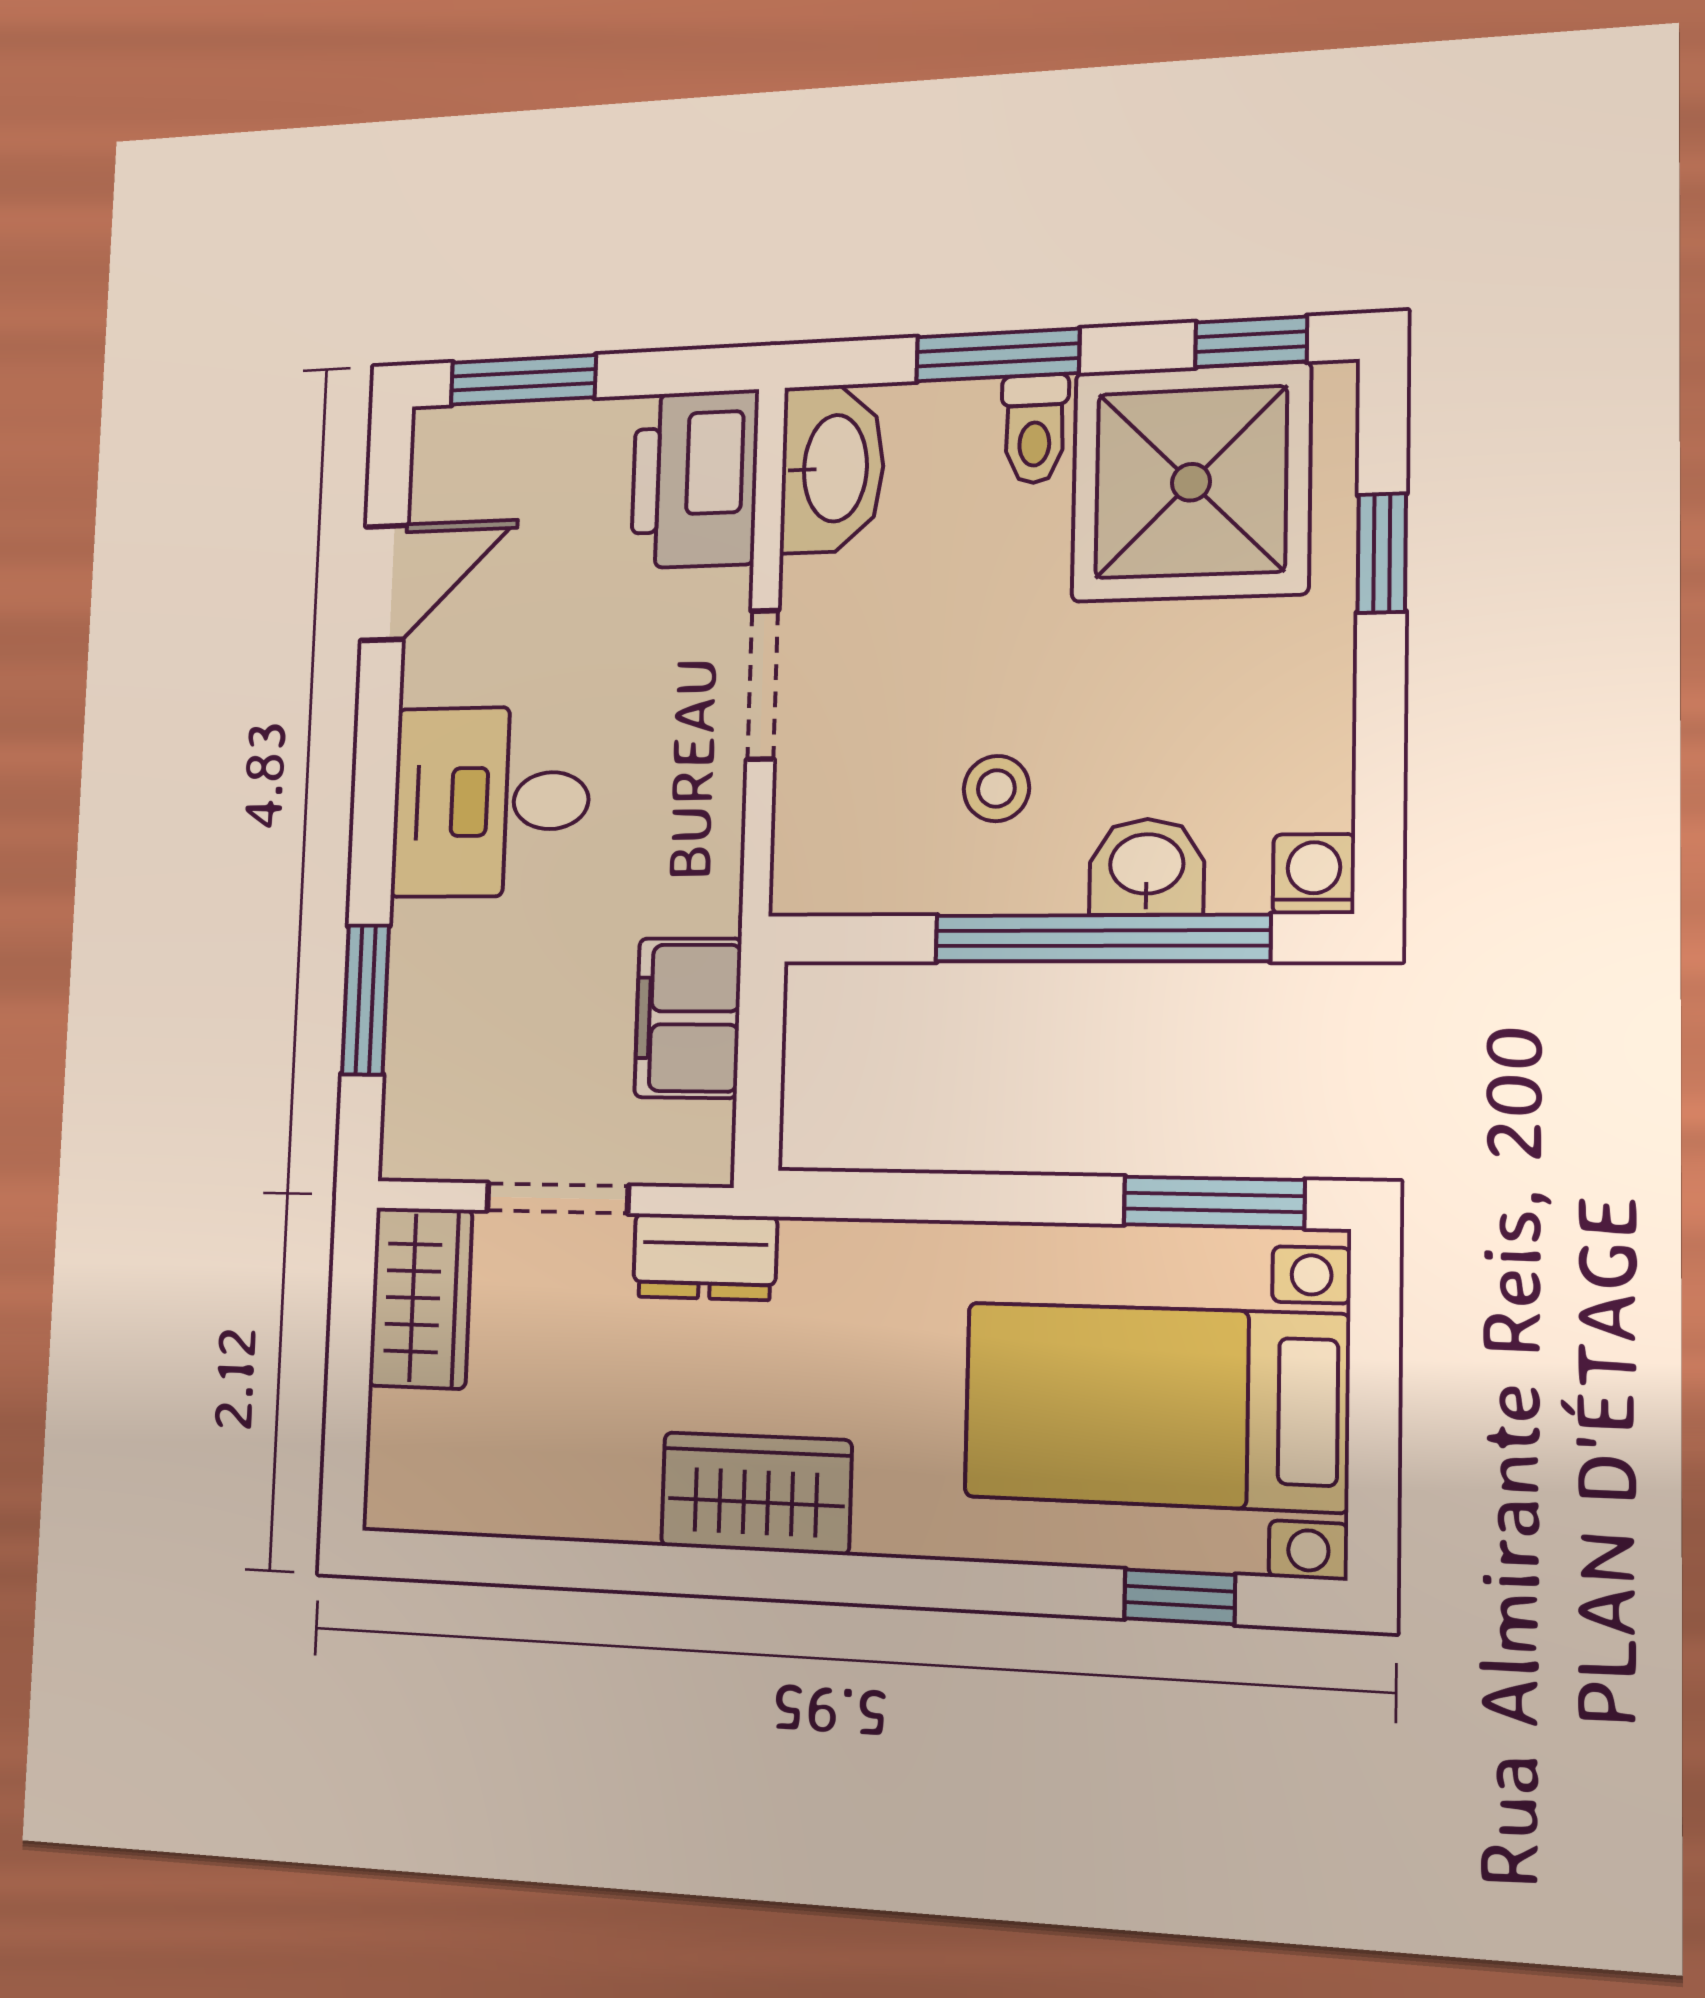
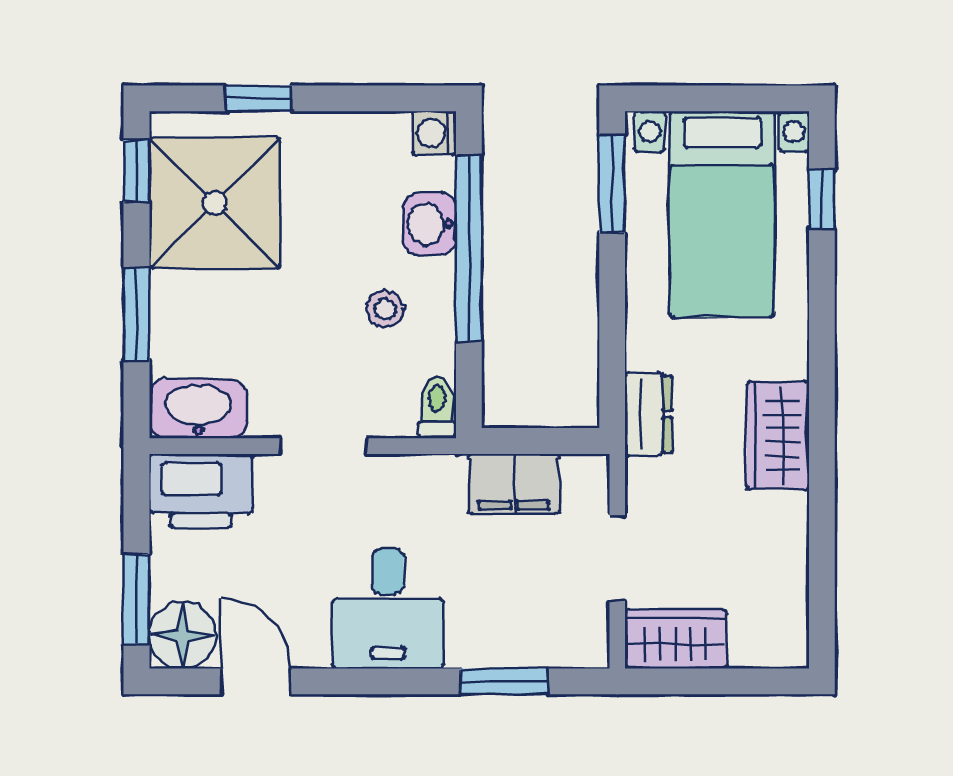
toilet: (1035, 429) -> (437, 407), moved, turned -90
floor lamp: (463, 459) -> (183, 635), added
dresser: (705, 1257) -> (648, 414), moved

